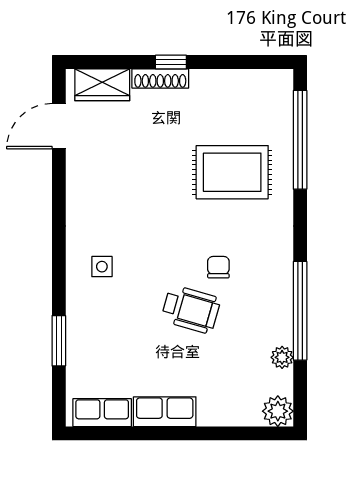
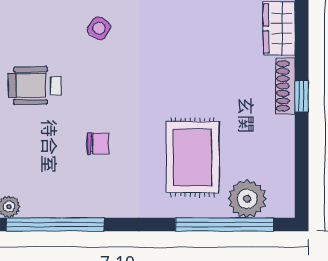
plant: (274, 117) -> (247, 199), added
side table: (102, 267) -> (99, 28), turned 35
wheelchair: (191, 309) -> (35, 86), moved, turned 74

